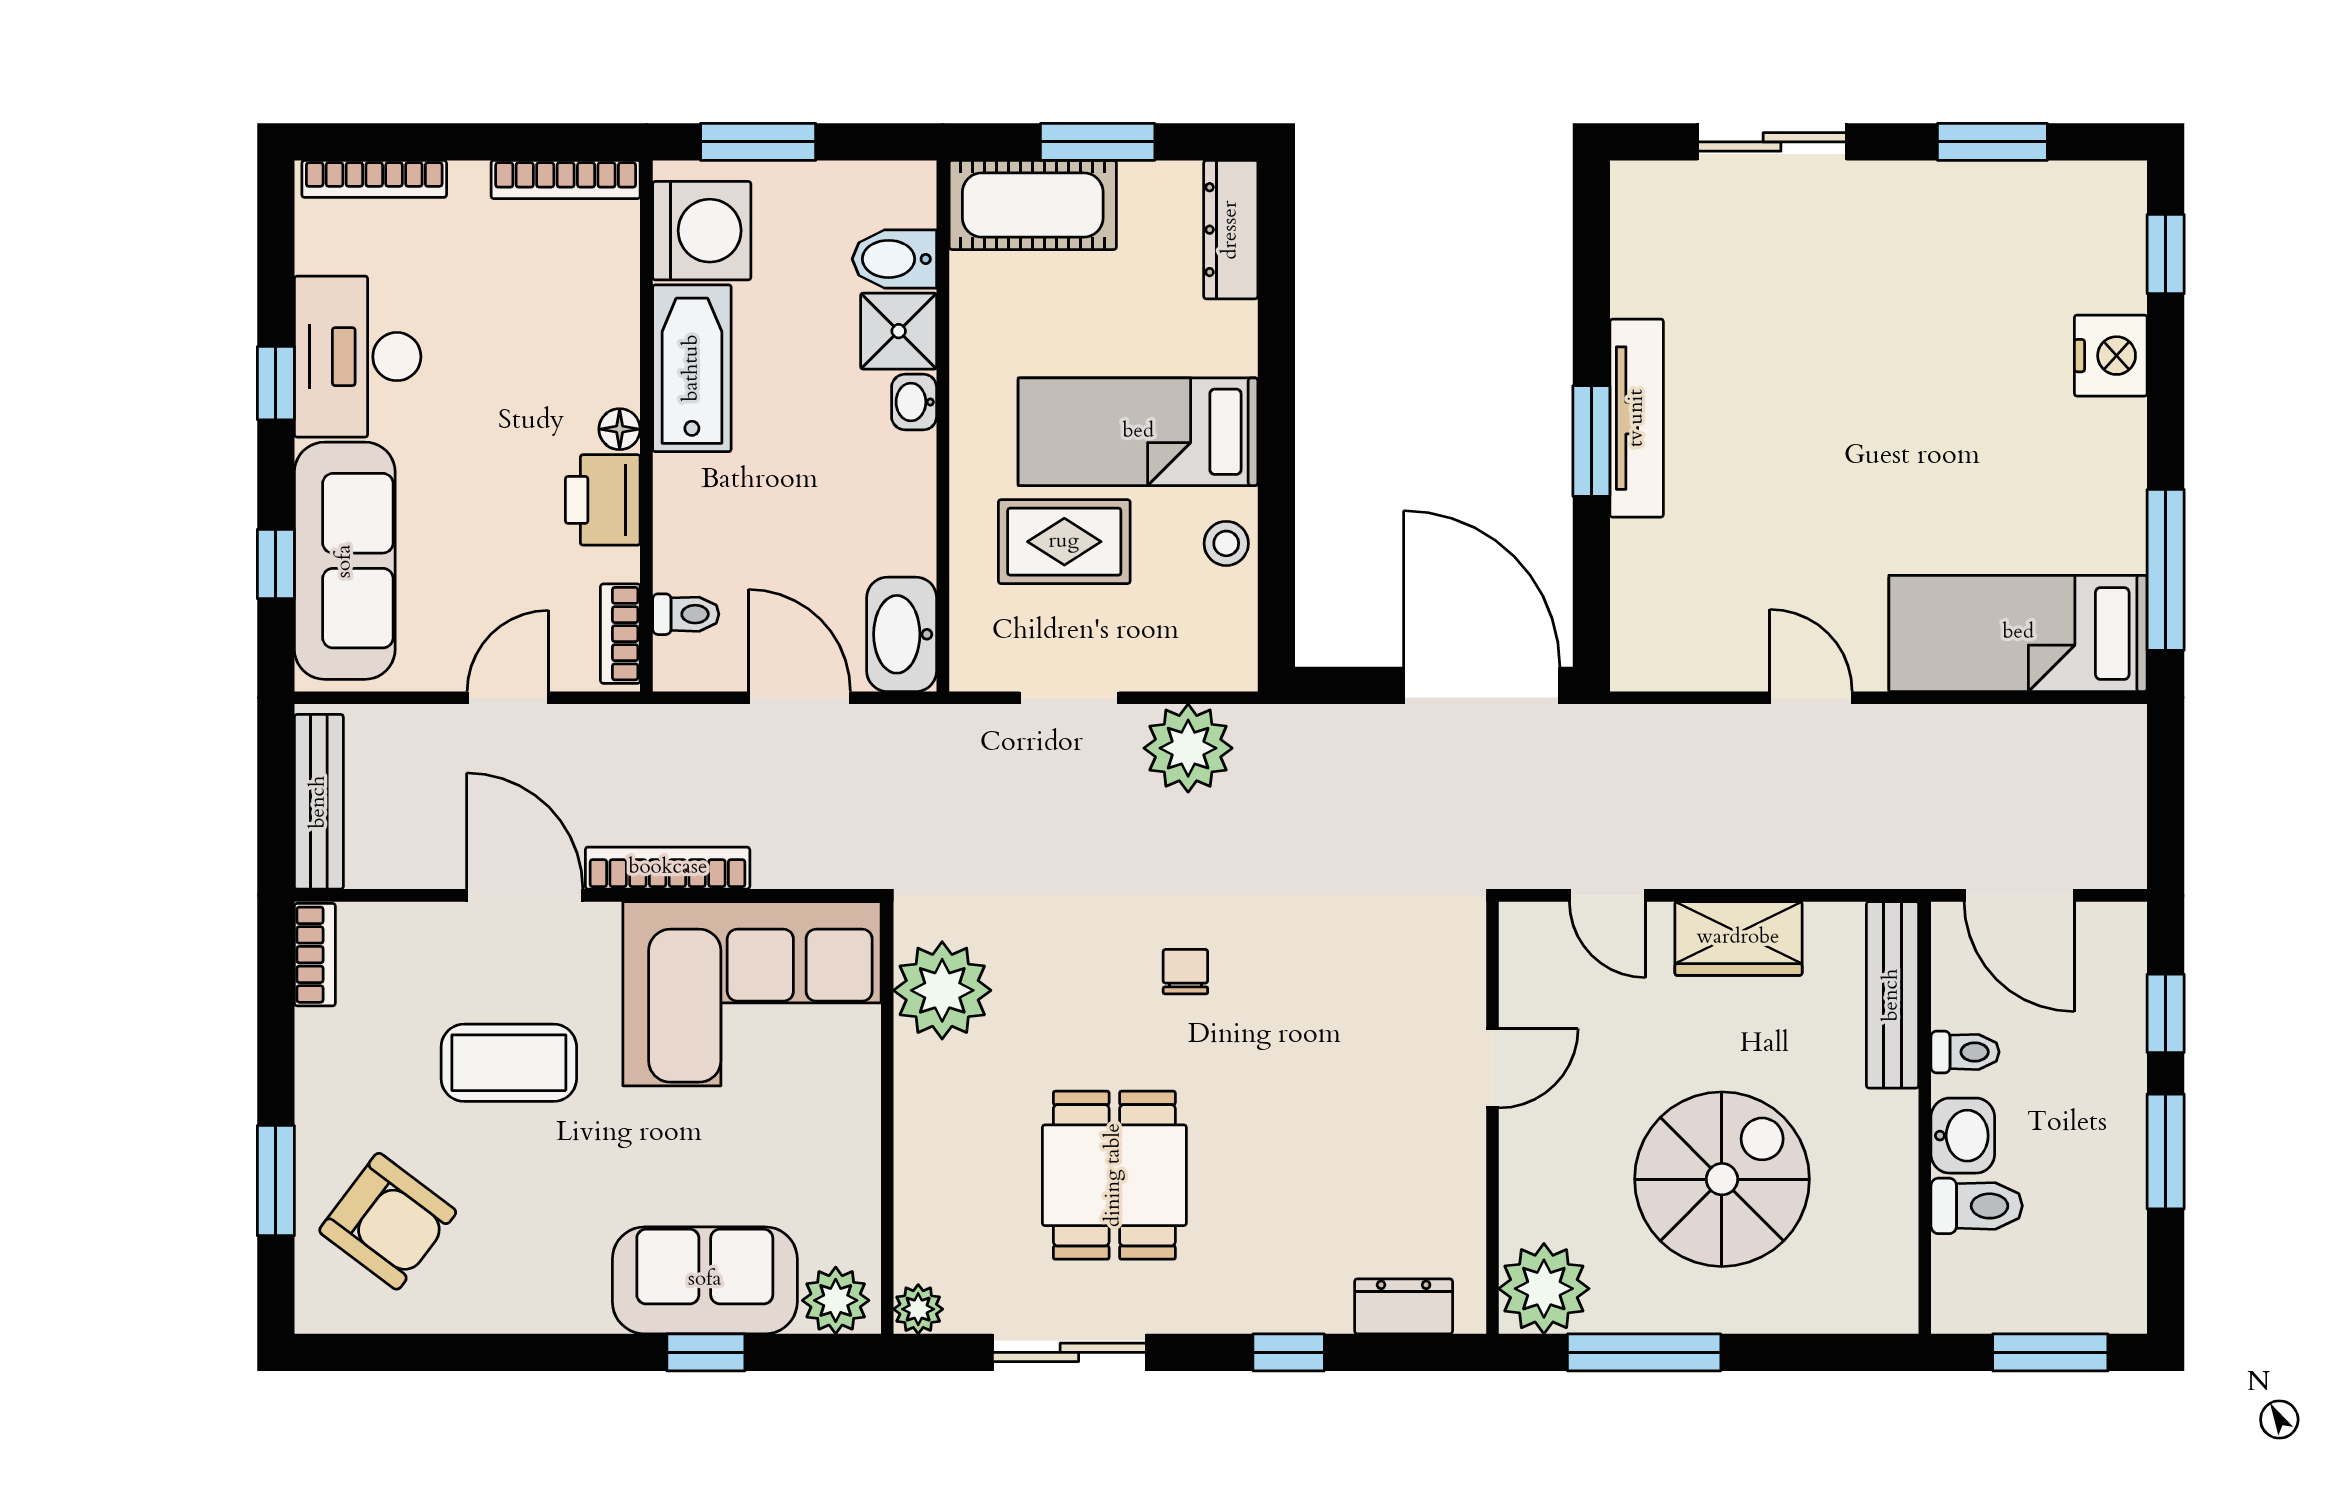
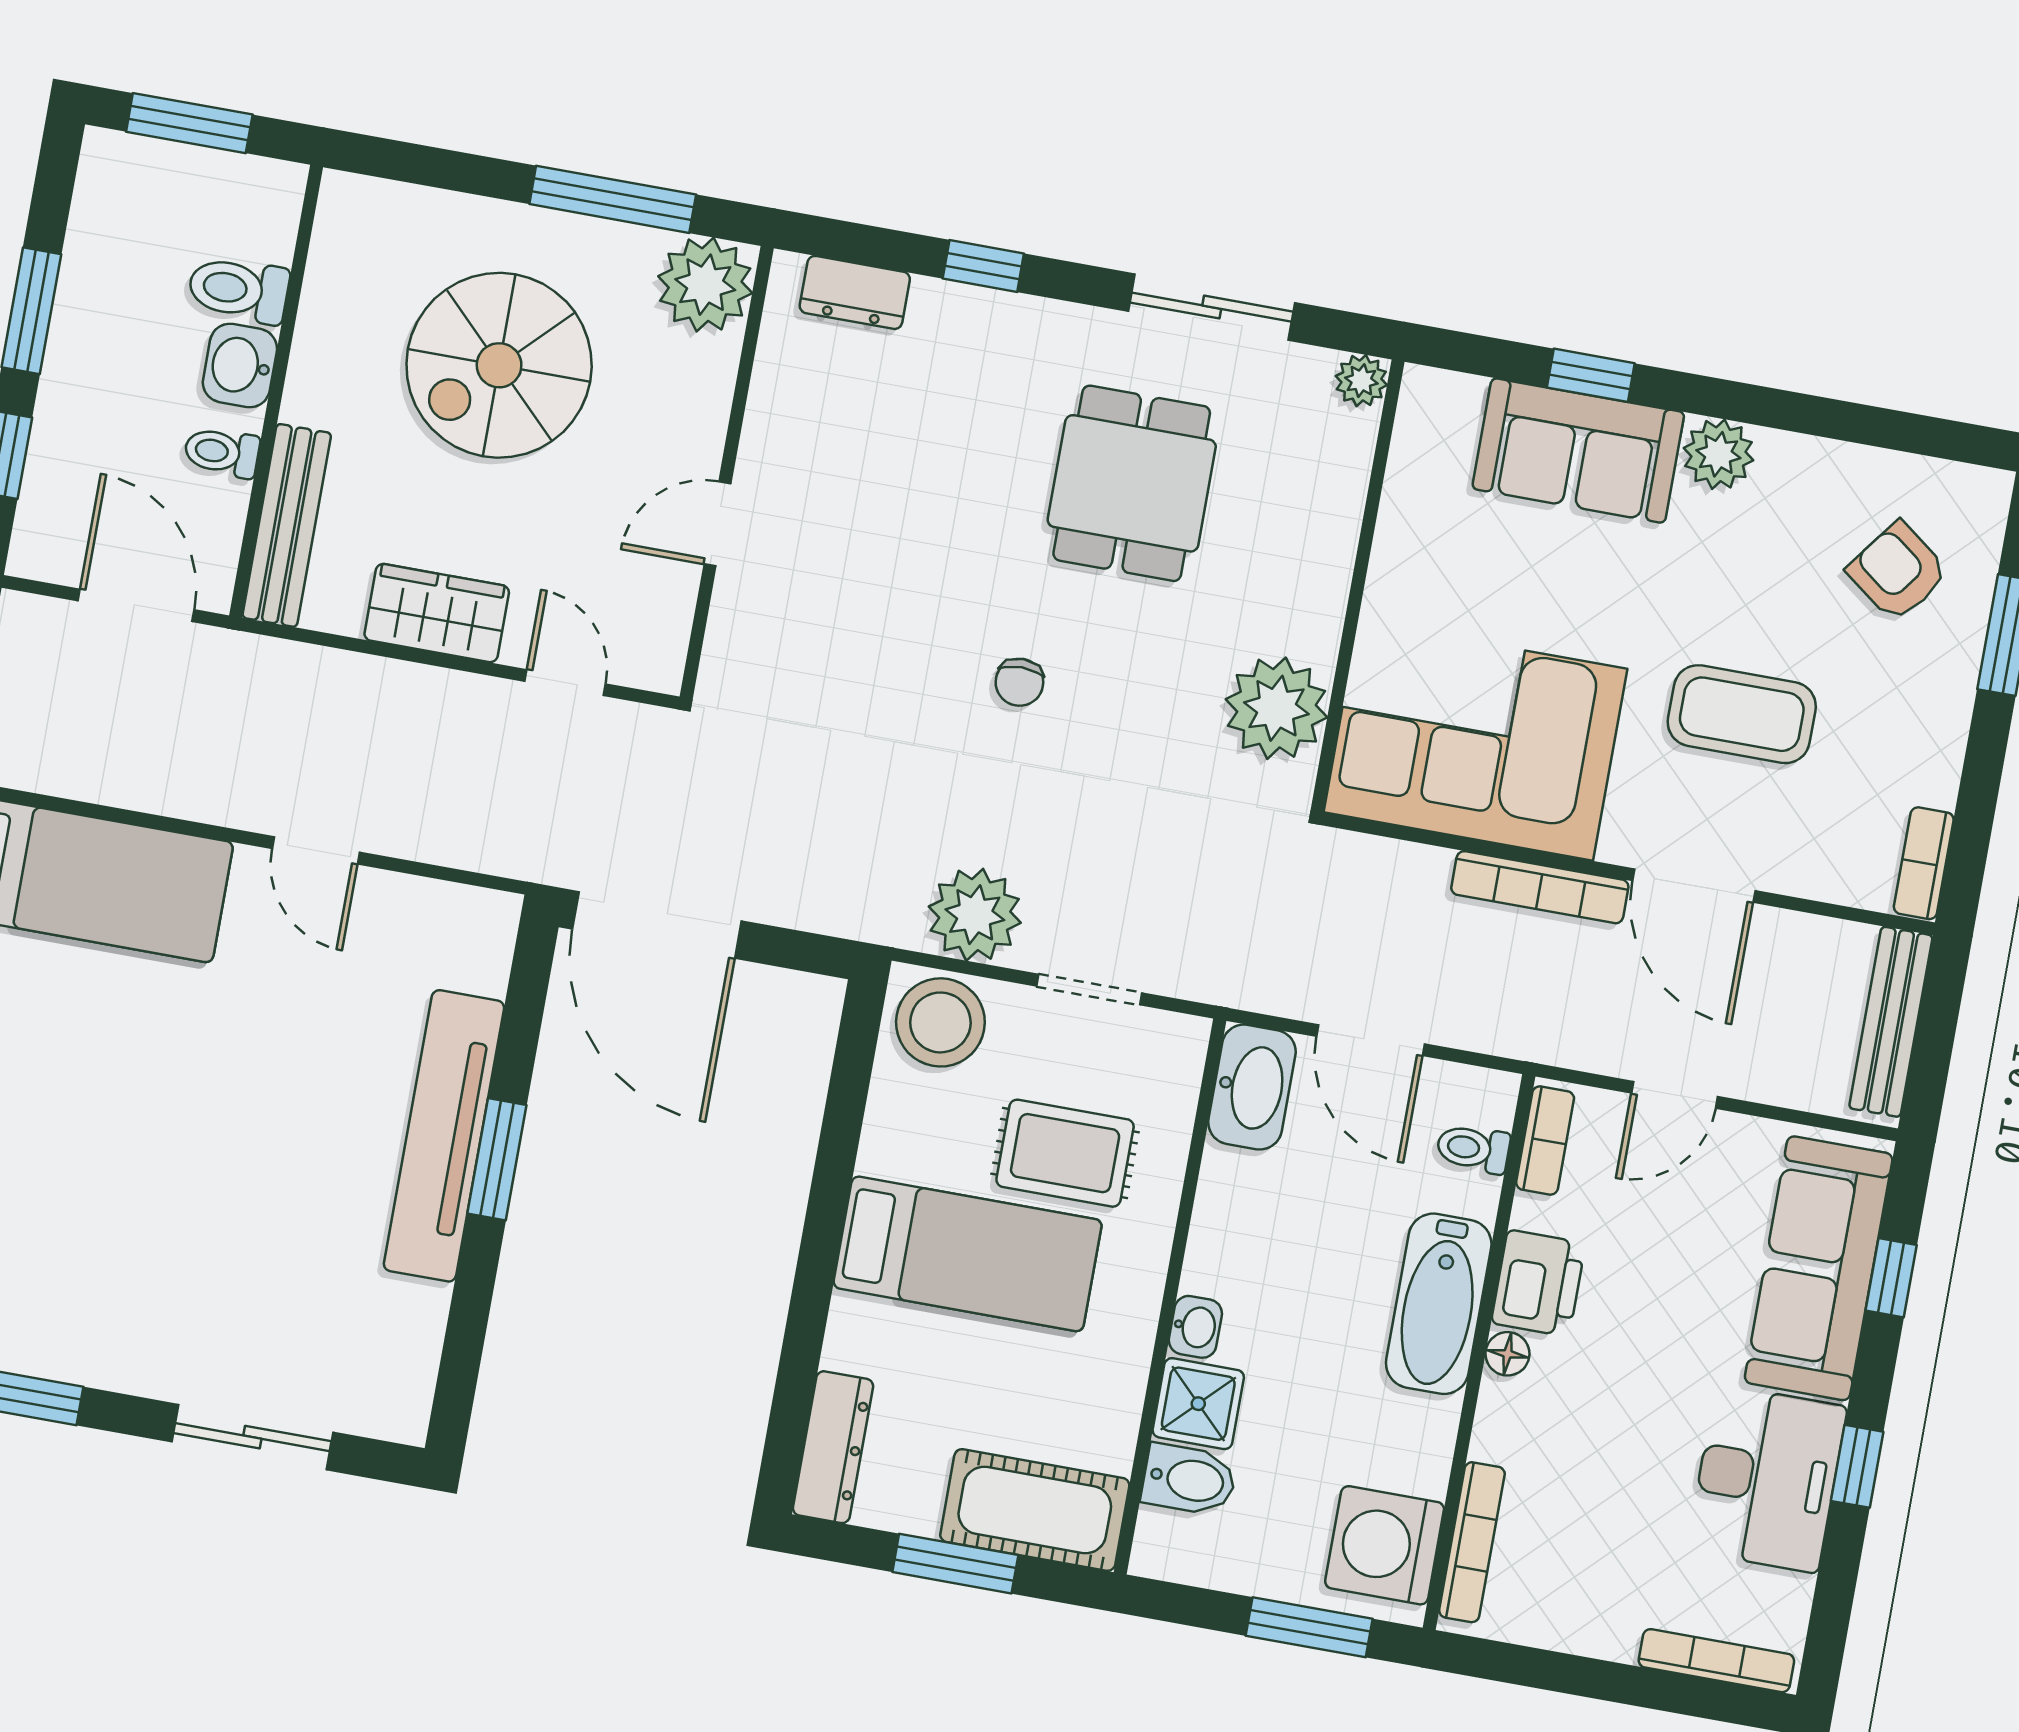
bookcase: (566, 180) -> (1472, 1542), moved, turned 90
bathtub: (692, 368) -> (1439, 1304), moved
tv unit: (1637, 418) -> (444, 1136), width x1.36, depth x1.29
stool: (1226, 543) -> (940, 1022), moved, width x1.89, depth x1.89
armchair: (388, 1221) -> (1898, 572), width x0.72, depth x0.72
plant: (836, 1300) -> (1718, 454), moved

